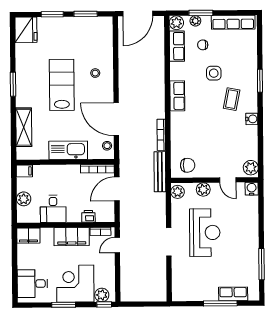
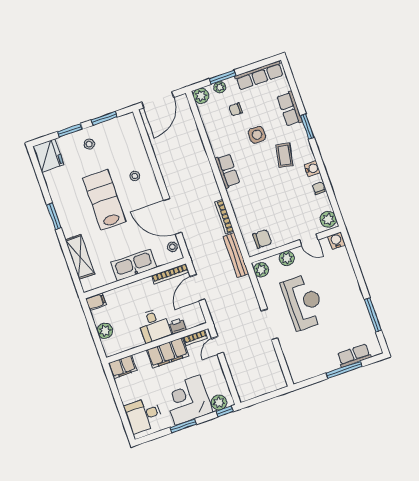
stool: (65, 32) -> (89, 144), added
row of seats: (177, 46) -> (290, 109), moved, turned 180
chair: (252, 138) -> (319, 188), added
desk: (53, 209) -> (154, 325), moved

